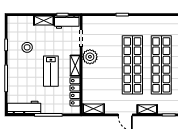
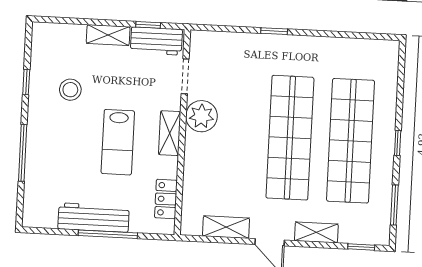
locker: (75, 92) -> (166, 199), width x0.66
workbench: (24, 107) -> (94, 218), moved
shelving: (93, 109) -> (226, 227), moved

